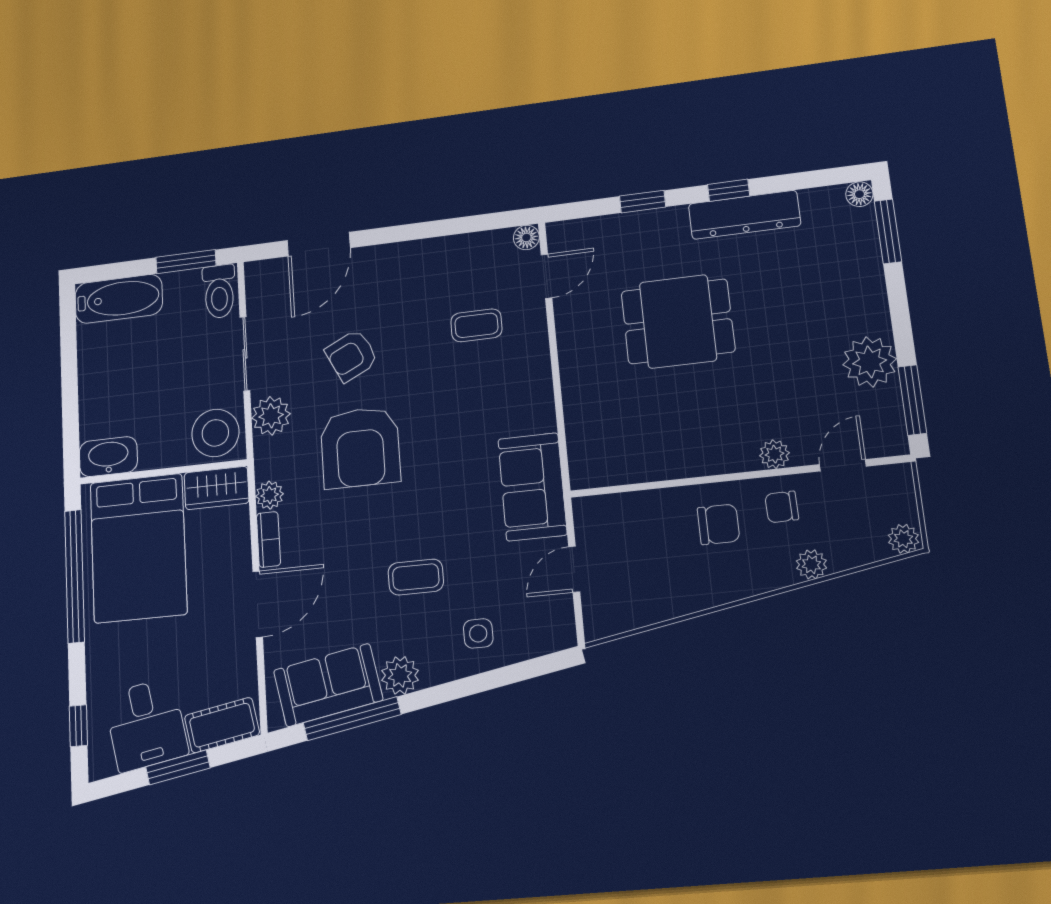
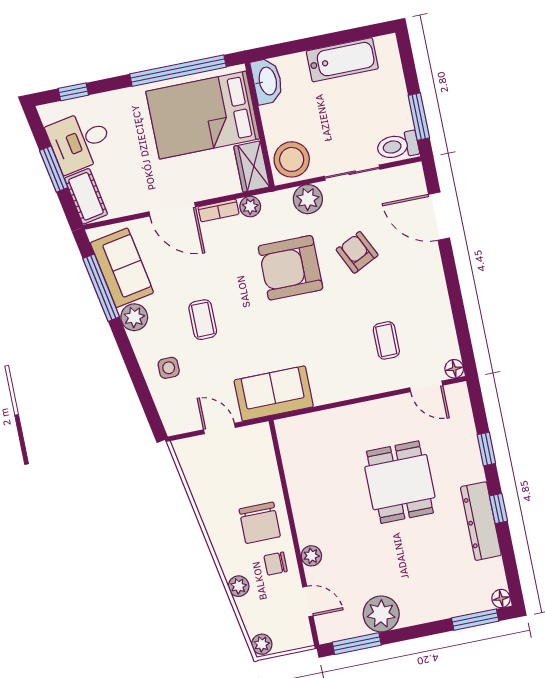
bathtub: (119, 299) -> (342, 60), moved, turned -90
chair: (782, 507) -> (276, 564), turned -89
chair: (719, 524) -> (260, 523), width x1.37, depth x1.37

